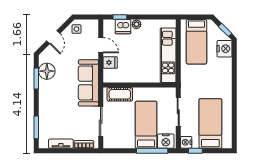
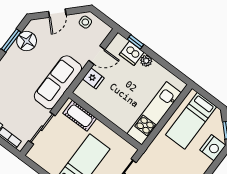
door: (101, 45) -> (97, 55), hinge flipped

